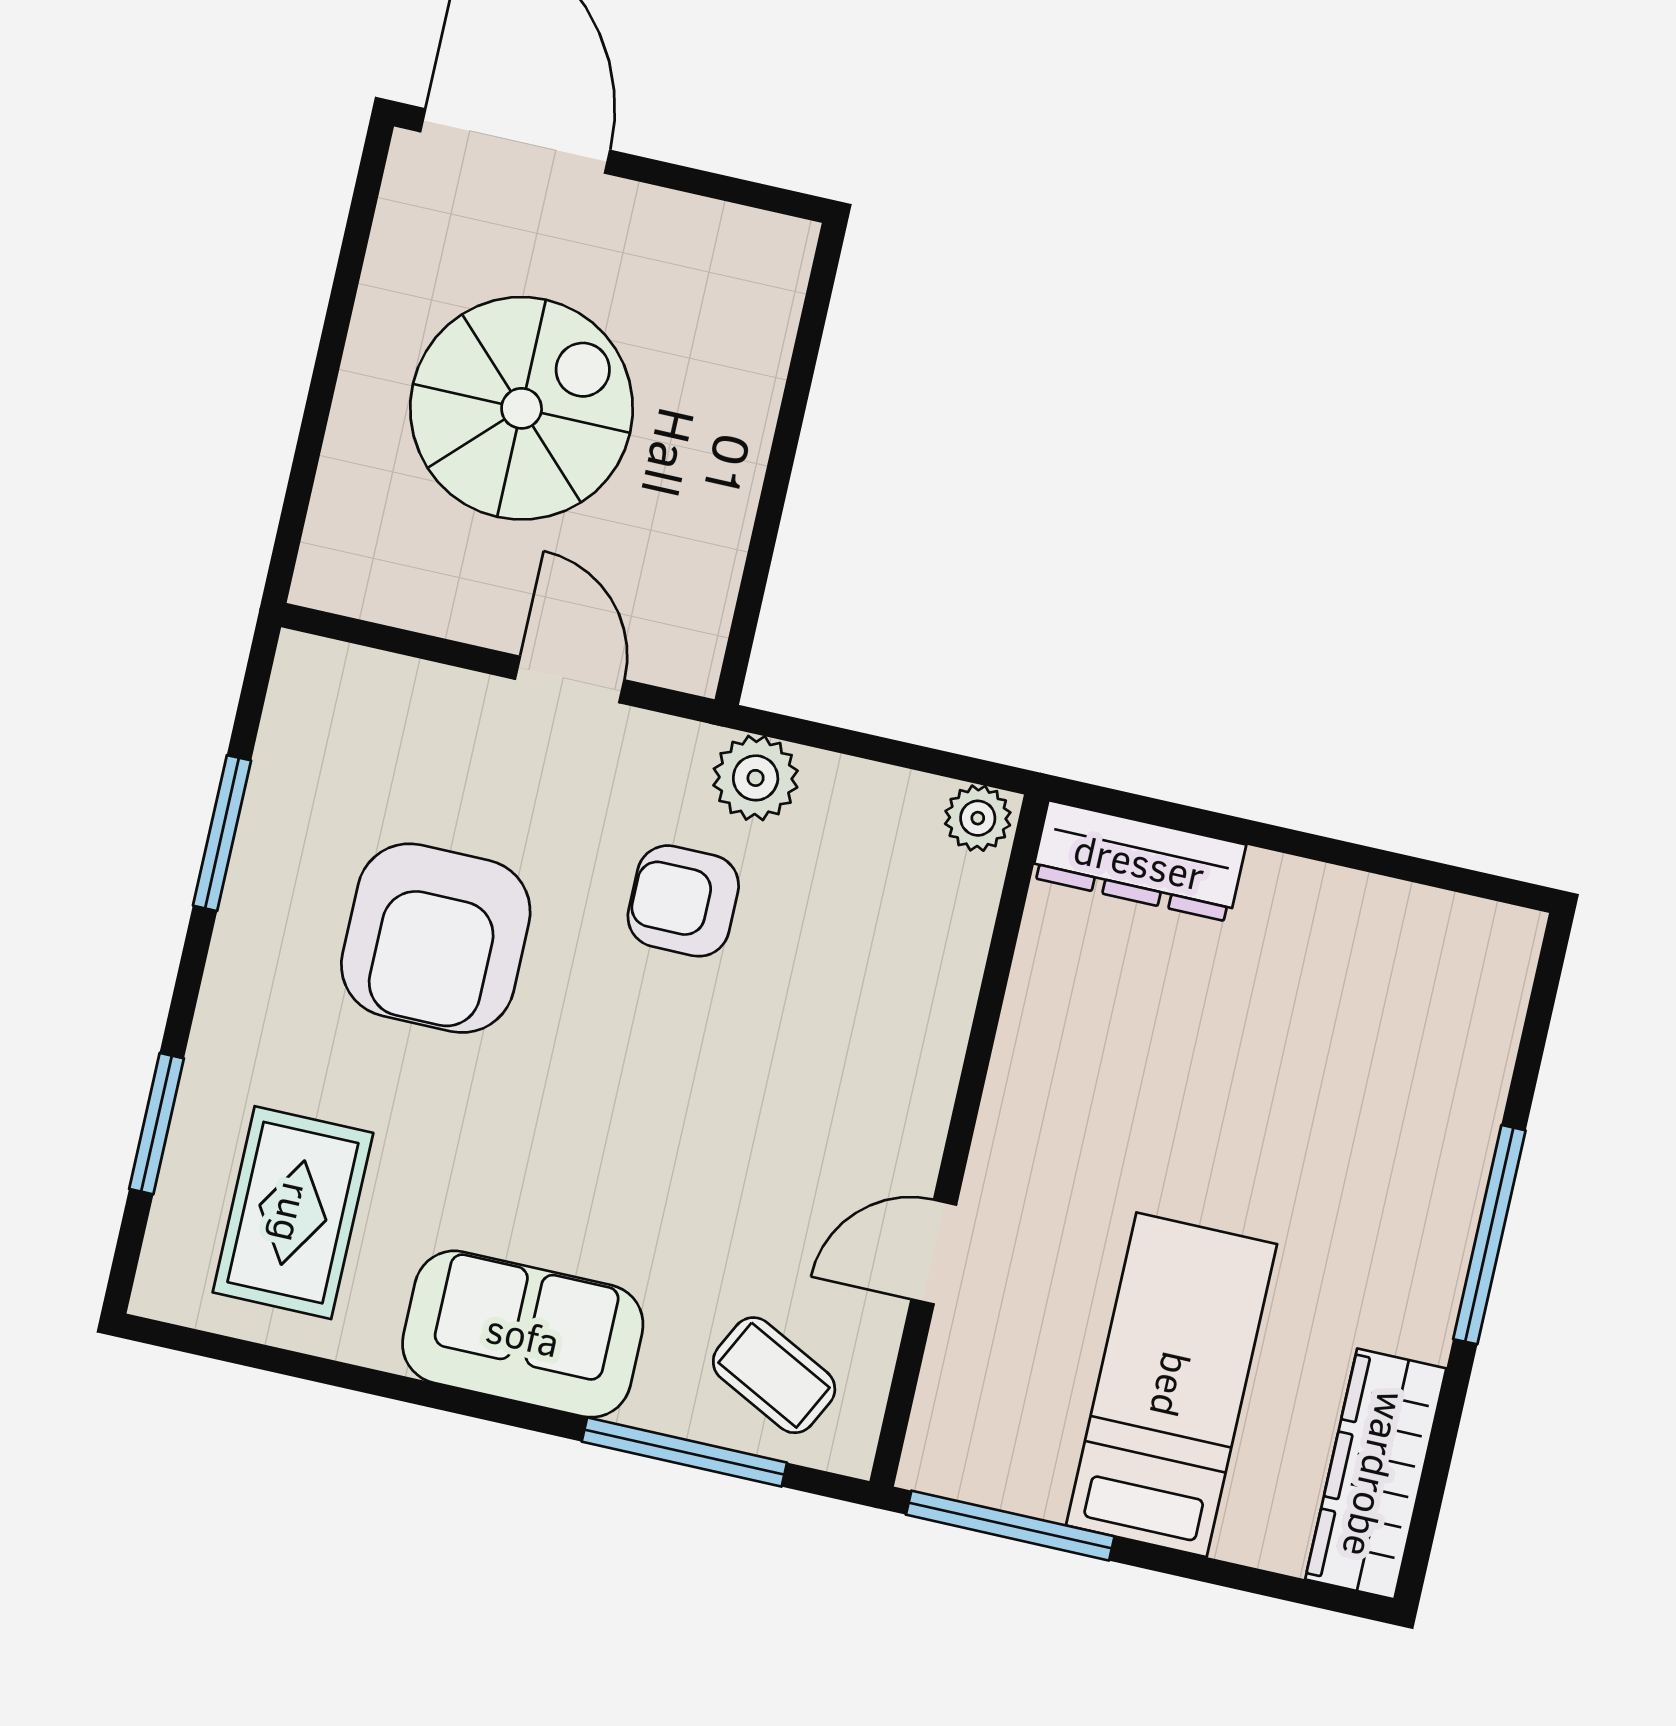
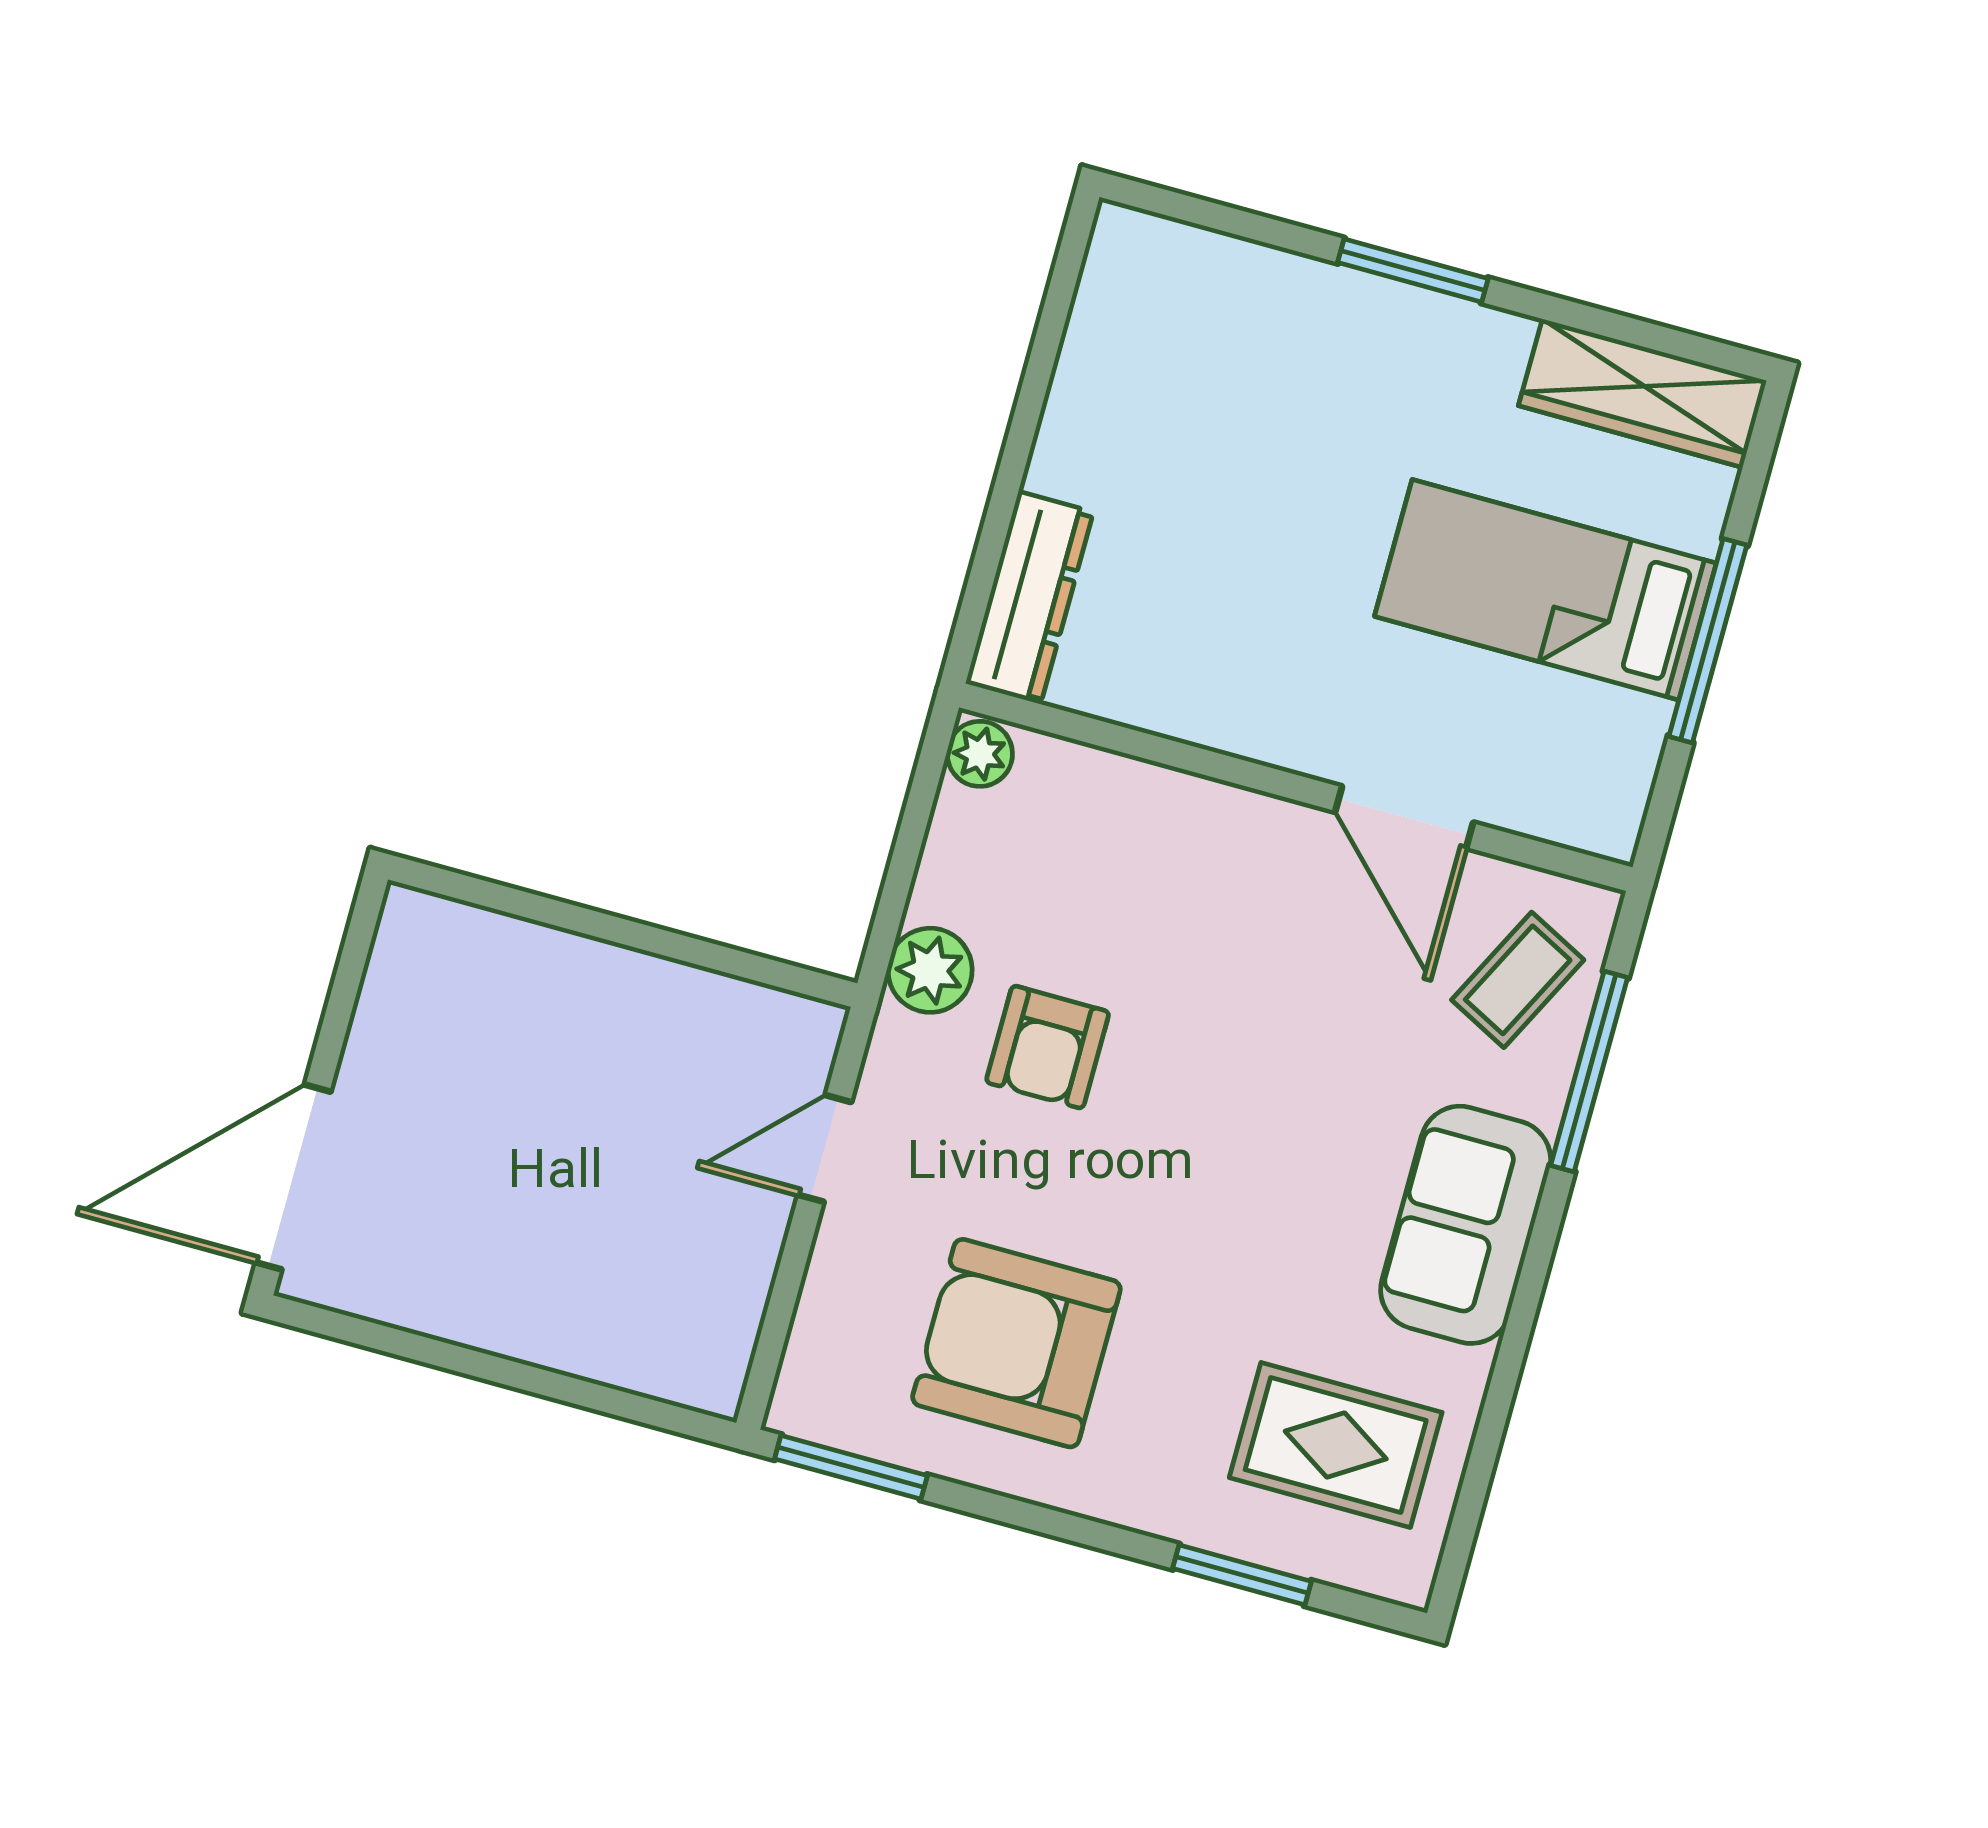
spiral stairs: (522, 408) -> (556, 1183), removed
window: (222, 833) -> (851, 1467), moved
armchair: (436, 938) -> (1016, 1343), moved, turned 180
window: (1489, 1235) -> (1413, 271), width x0.69
door: (934, 1252) -> (1404, 817), width x1.37
window: (1010, 1526) -> (1708, 641), moved

